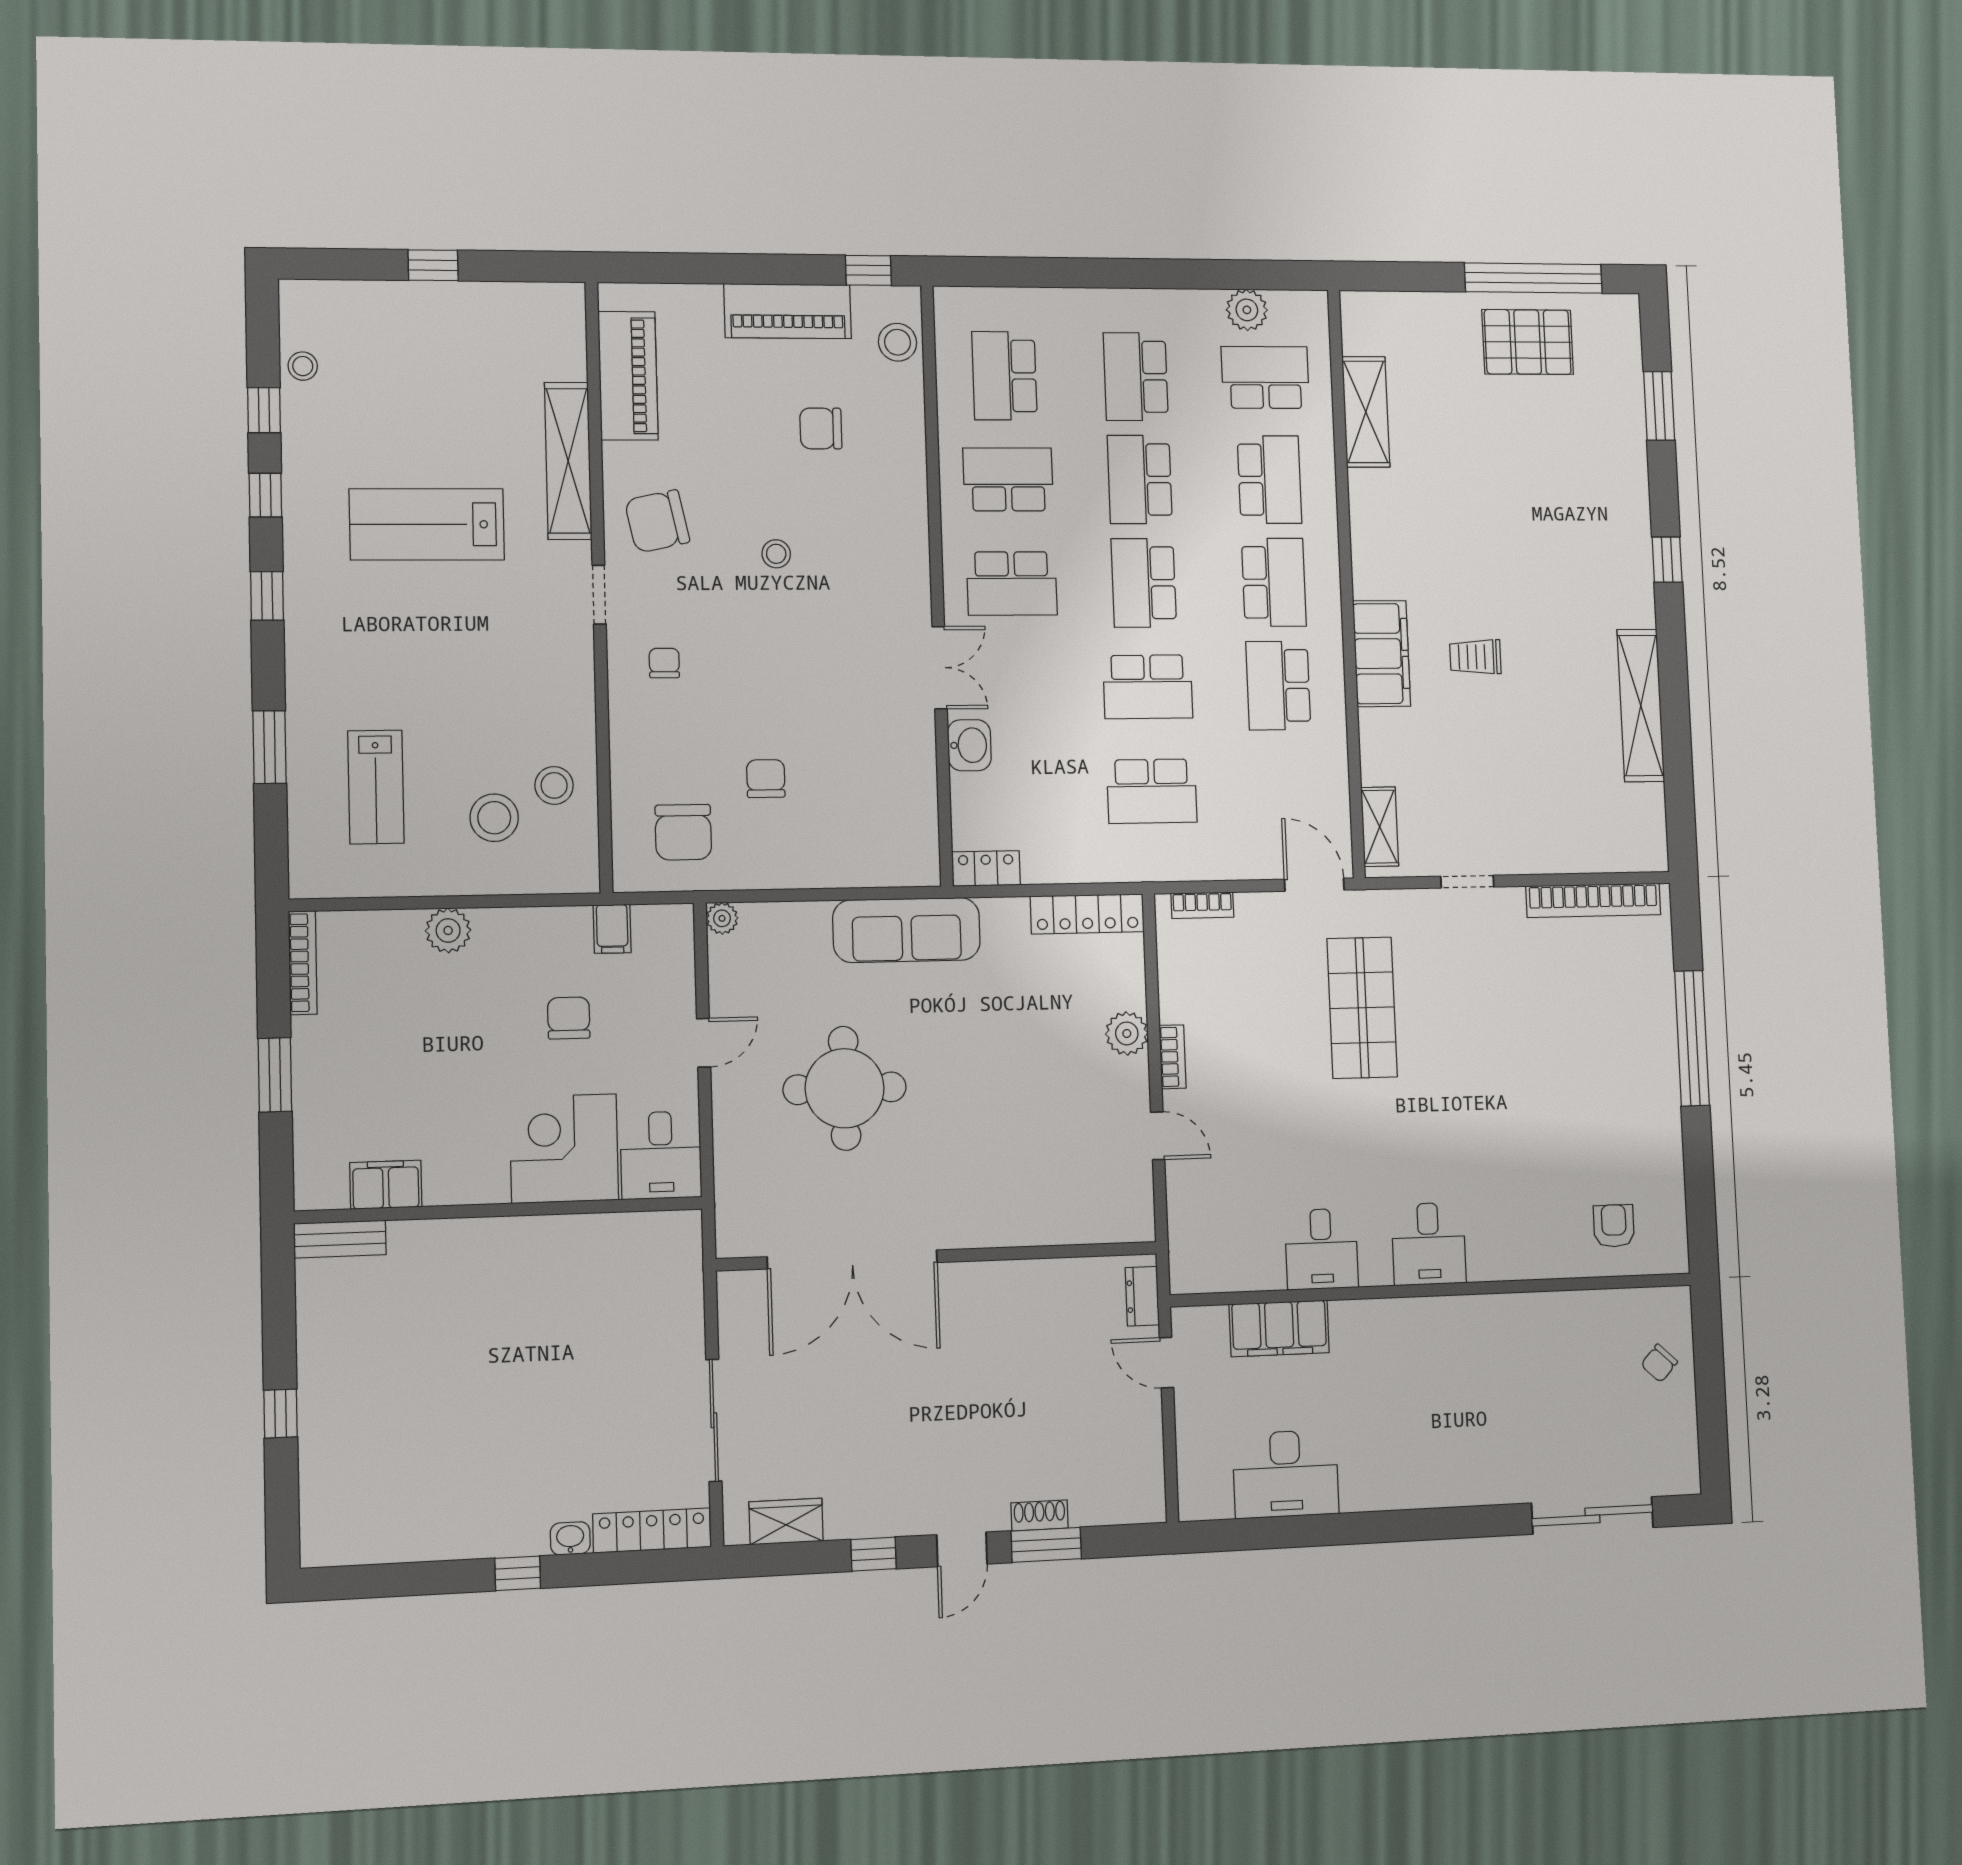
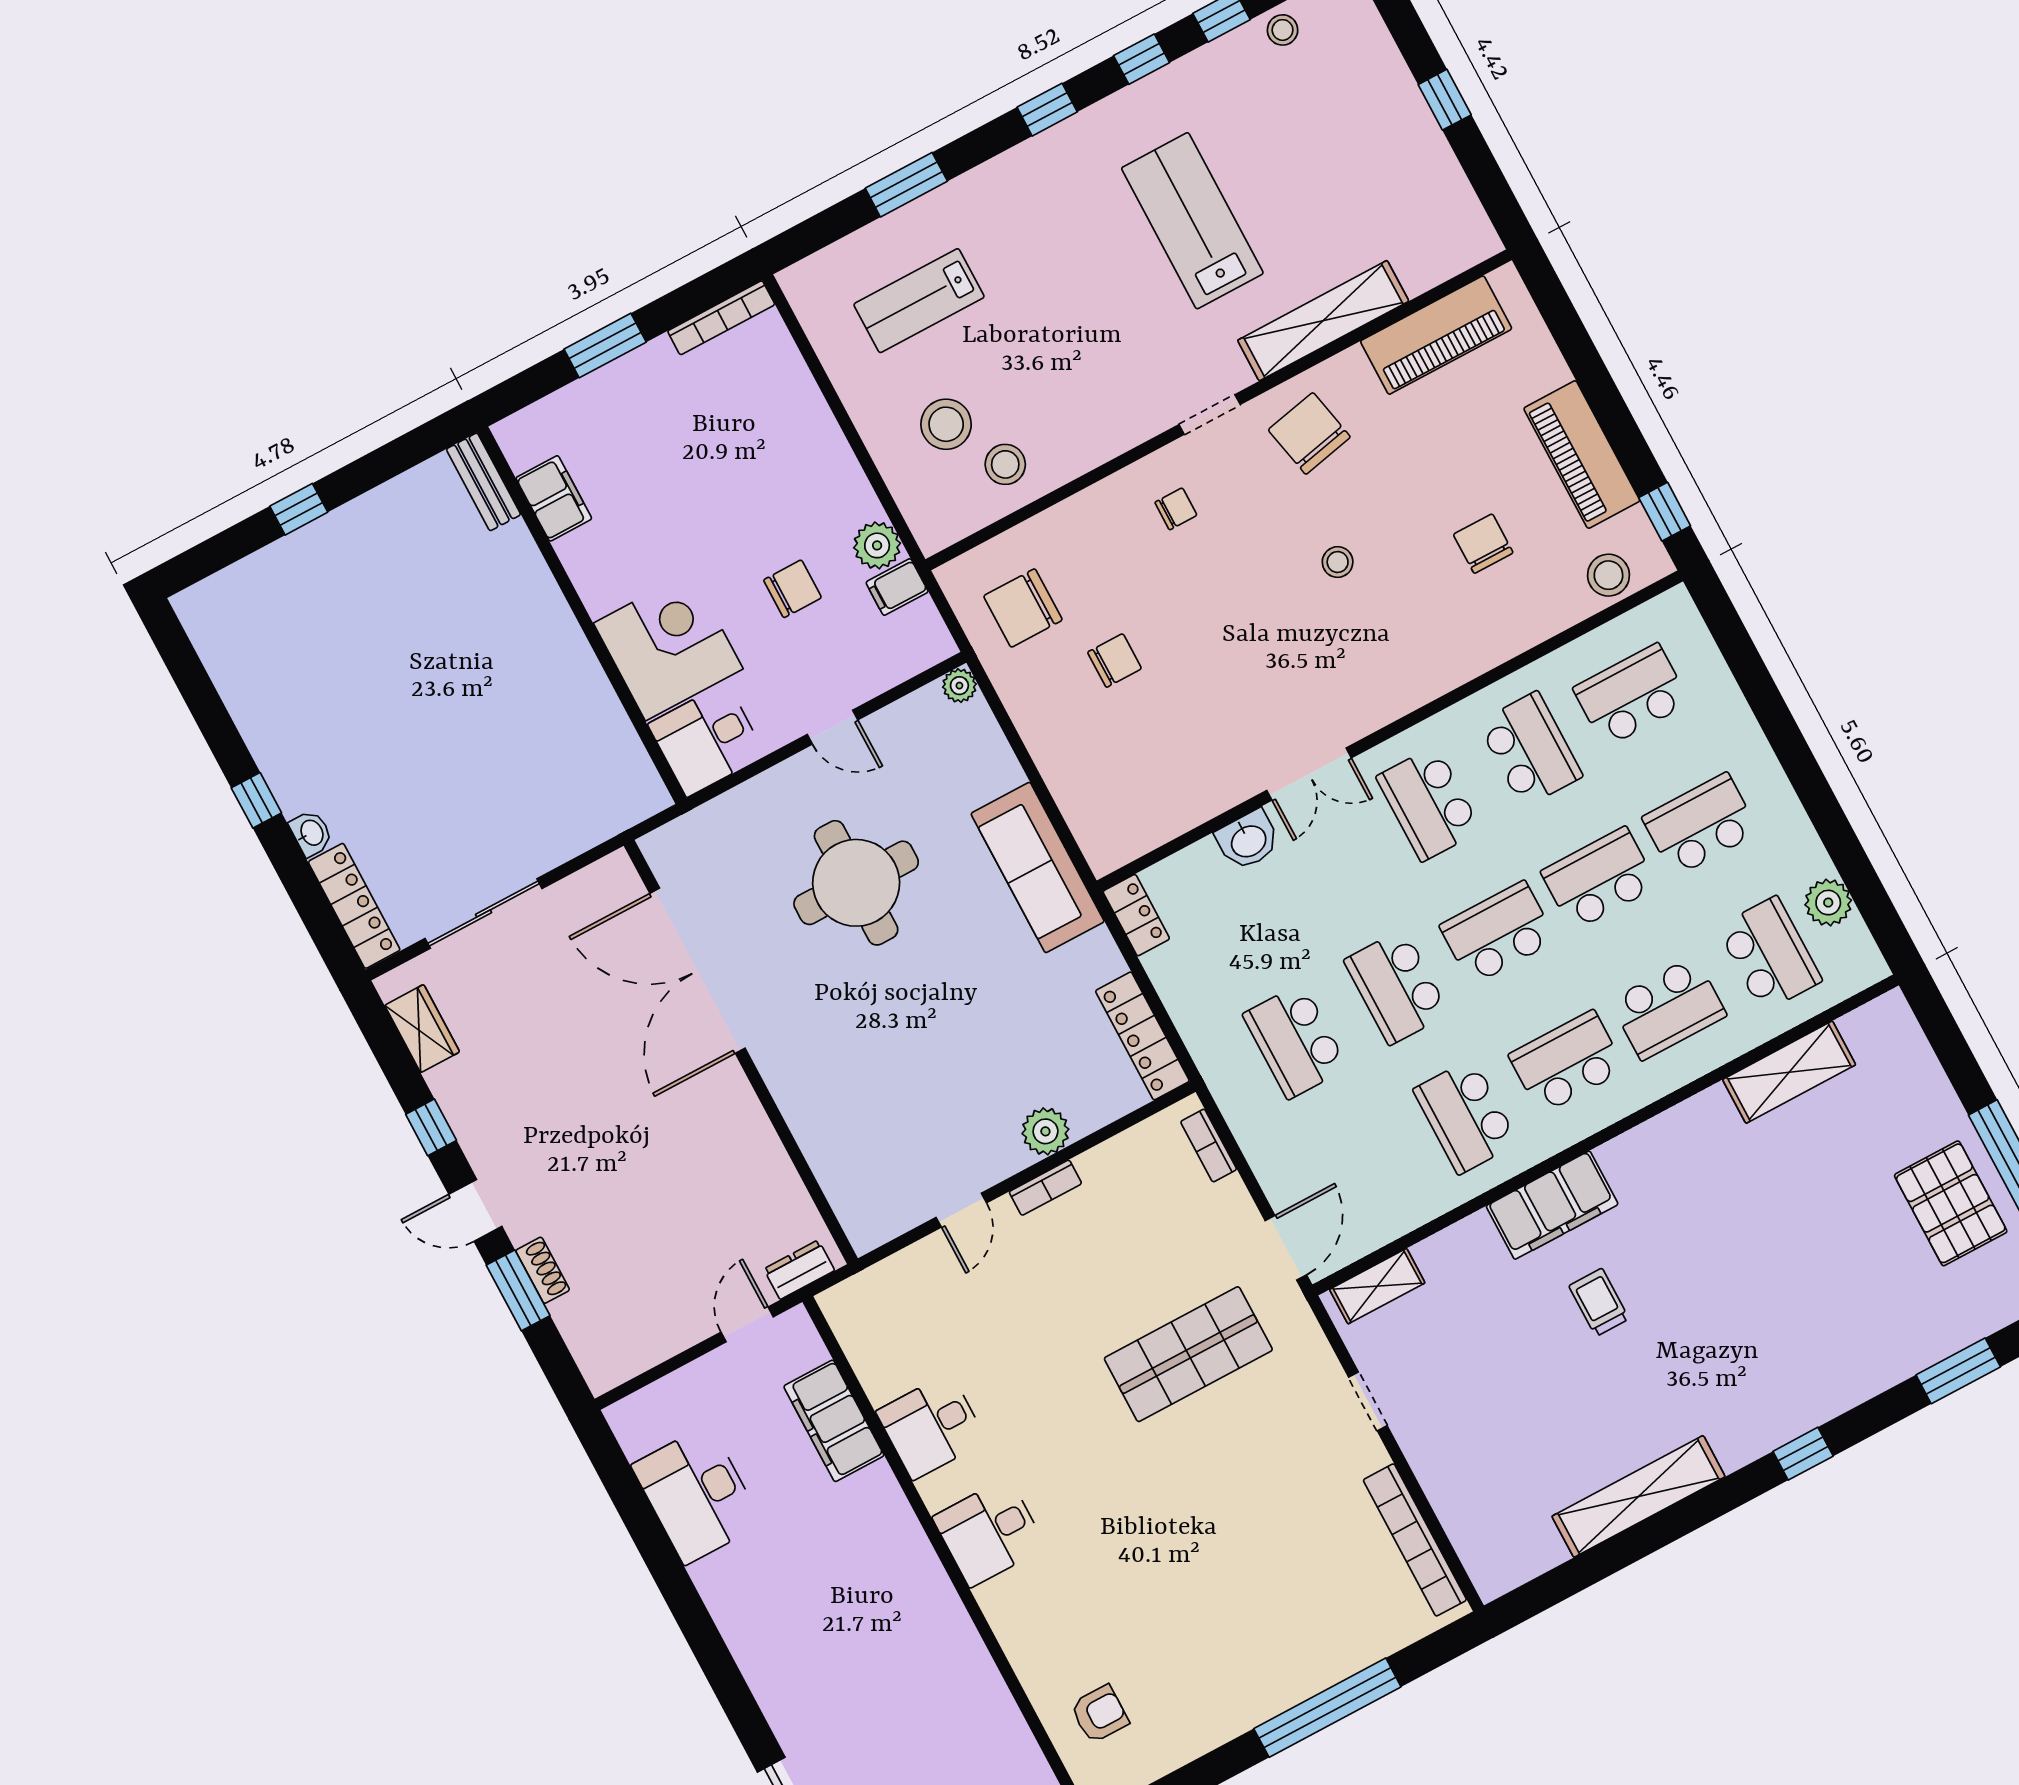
school desk: (1274, 582) -> (1567, 1062), turned 180
school desk: (1278, 685) -> (1466, 1116), turned -90
plant: (448, 930) -> (877, 545), moved

